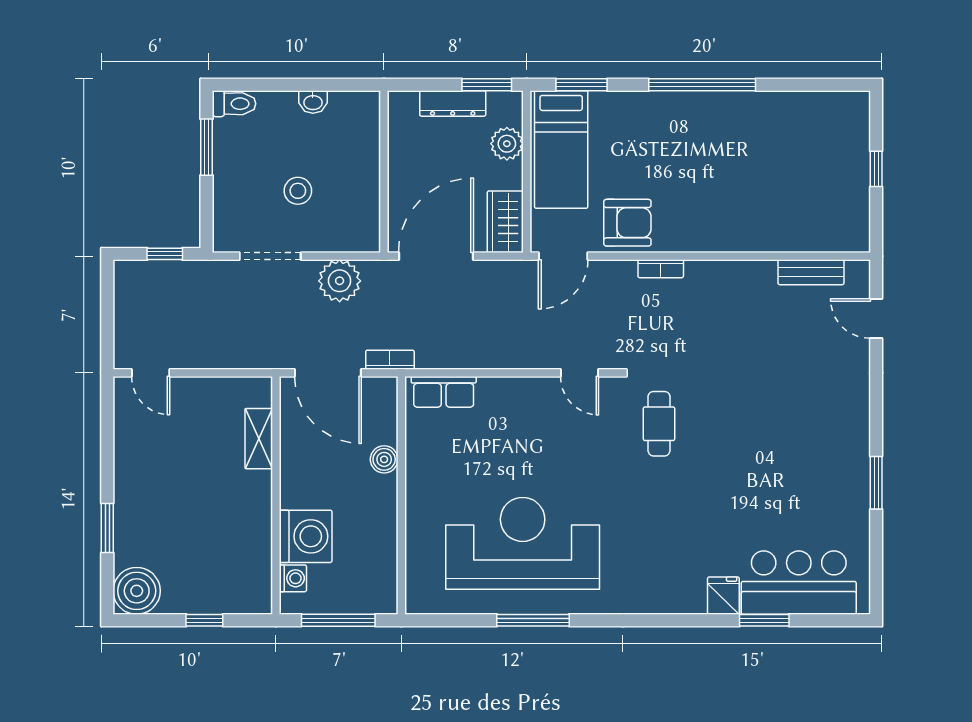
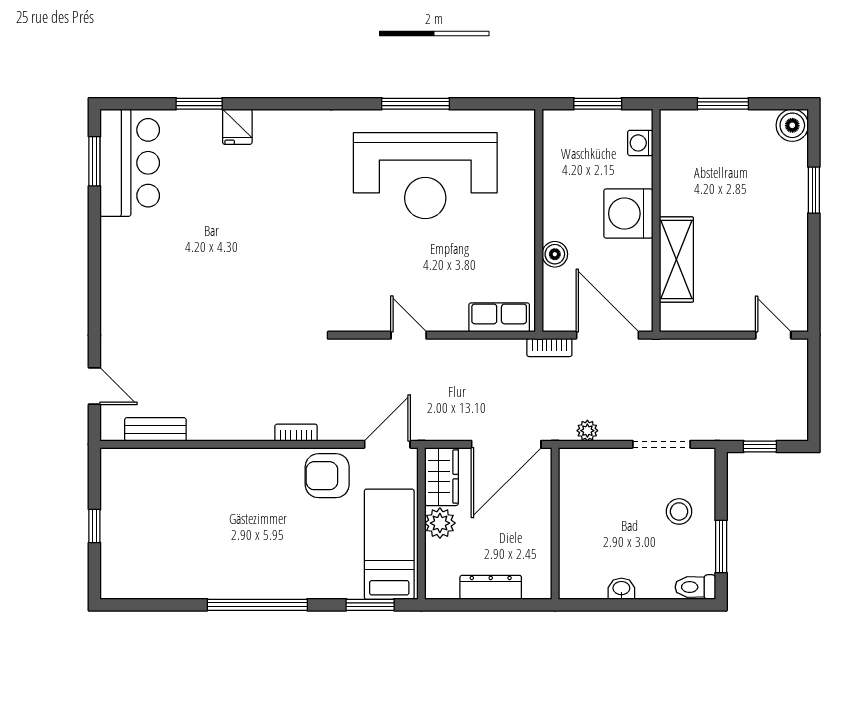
window: (487, 85) -> (459, 605), removed
plant: (507, 144) -> (440, 523), moved
stool: (298, 191) -> (679, 511), moved
plant: (340, 281) -> (587, 431), width x0.53, depth x0.53
door: (580, 373) -> (409, 335), moved
cafe table: (659, 424) -> (298, 288), removed
shelving: (259, 439) -> (676, 260), width x1.50, depth x1.33
window: (876, 483) -> (94, 161), moved
washing machine: (306, 536) -> (628, 214), moved
bar counter: (799, 583) -> (130, 163), moved, turned -90
boiler: (137, 591) -> (792, 125), width x0.73, depth x0.73
window: (204, 620) -> (723, 104), width x1.50
window: (338, 620) -> (598, 104), width x0.69

